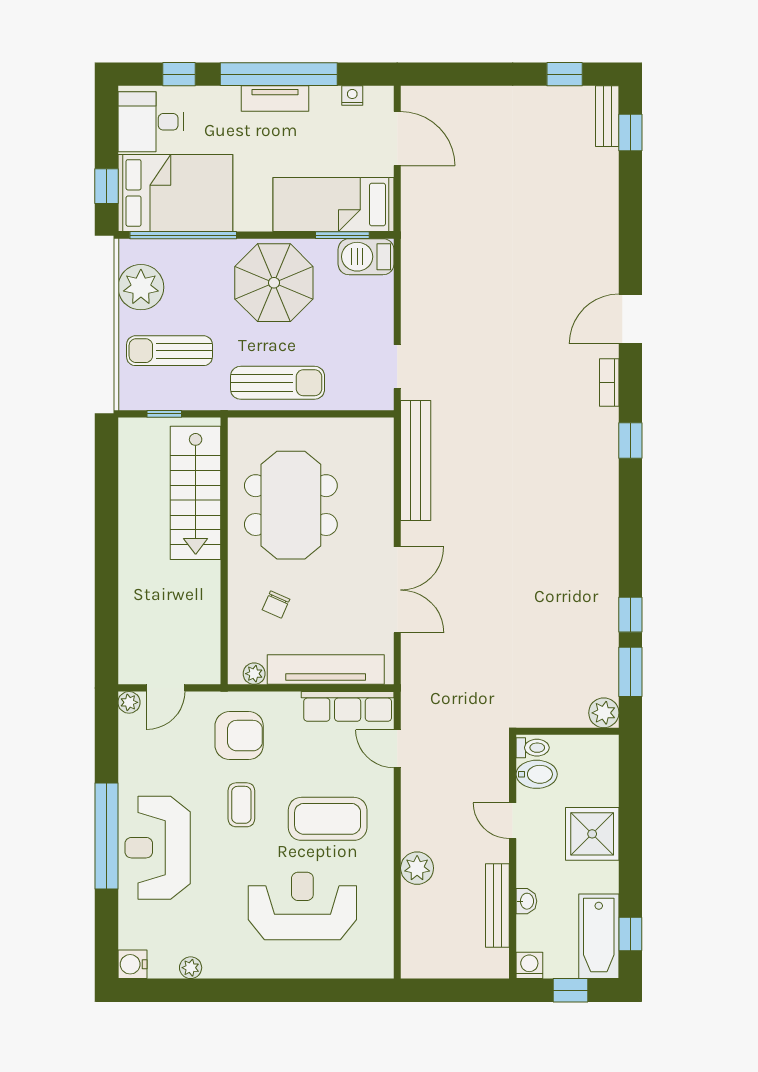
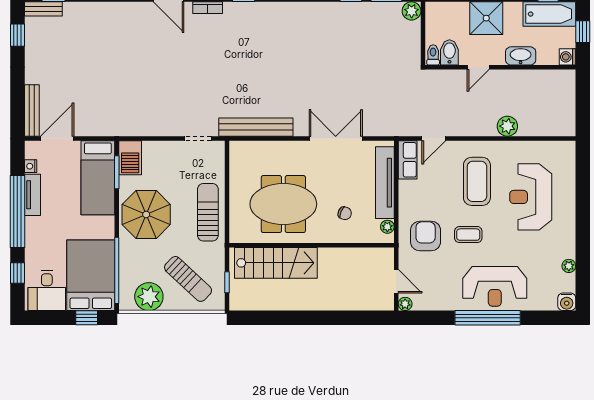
tv unit: (275, 99) -> (32, 195), moved
sun lounger: (169, 351) -> (188, 279), turned -47
row of seats: (348, 706) -> (408, 160), width x0.68
washbasin: (526, 901) -> (521, 56), width x1.91, depth x1.45
bench: (497, 905) -> (32, 110), moved, turned 90

